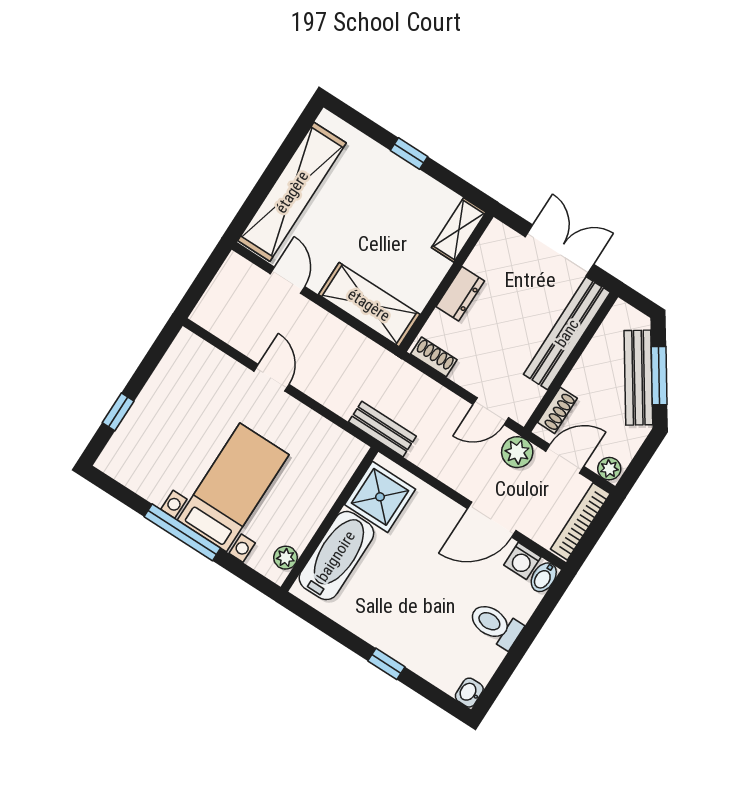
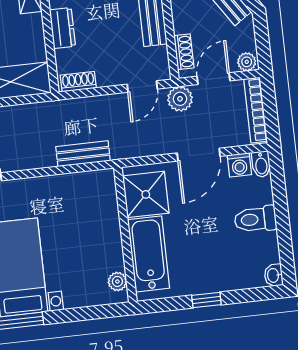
shower: (380, 497) -> (146, 194), moved
wall: (329, 519) -> (125, 235), moved
bathtub: (336, 556) -> (149, 254), moved
plant: (286, 558) -> (117, 281), moved

